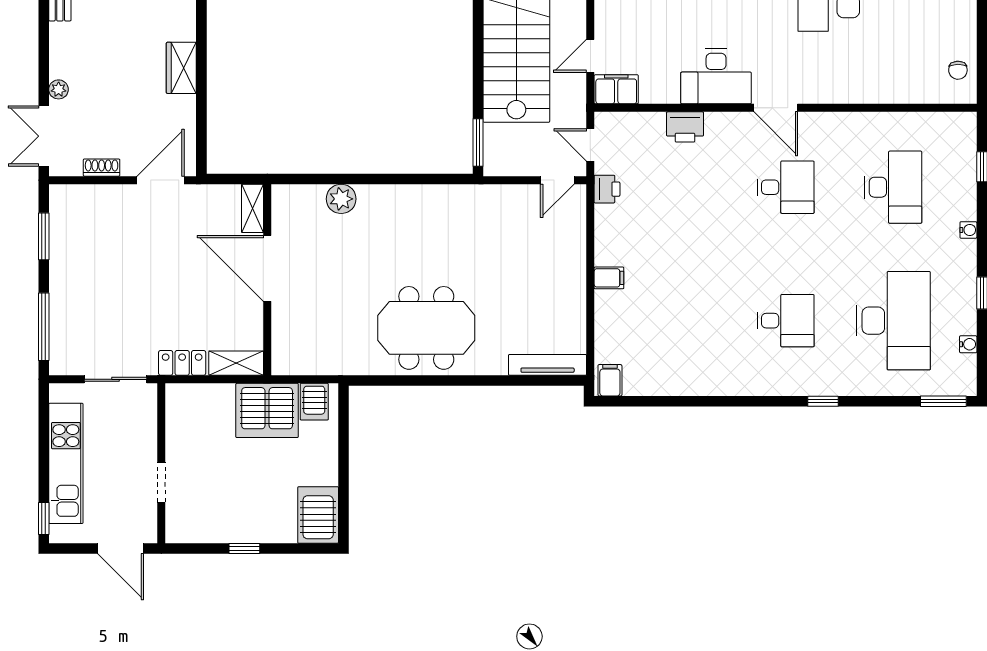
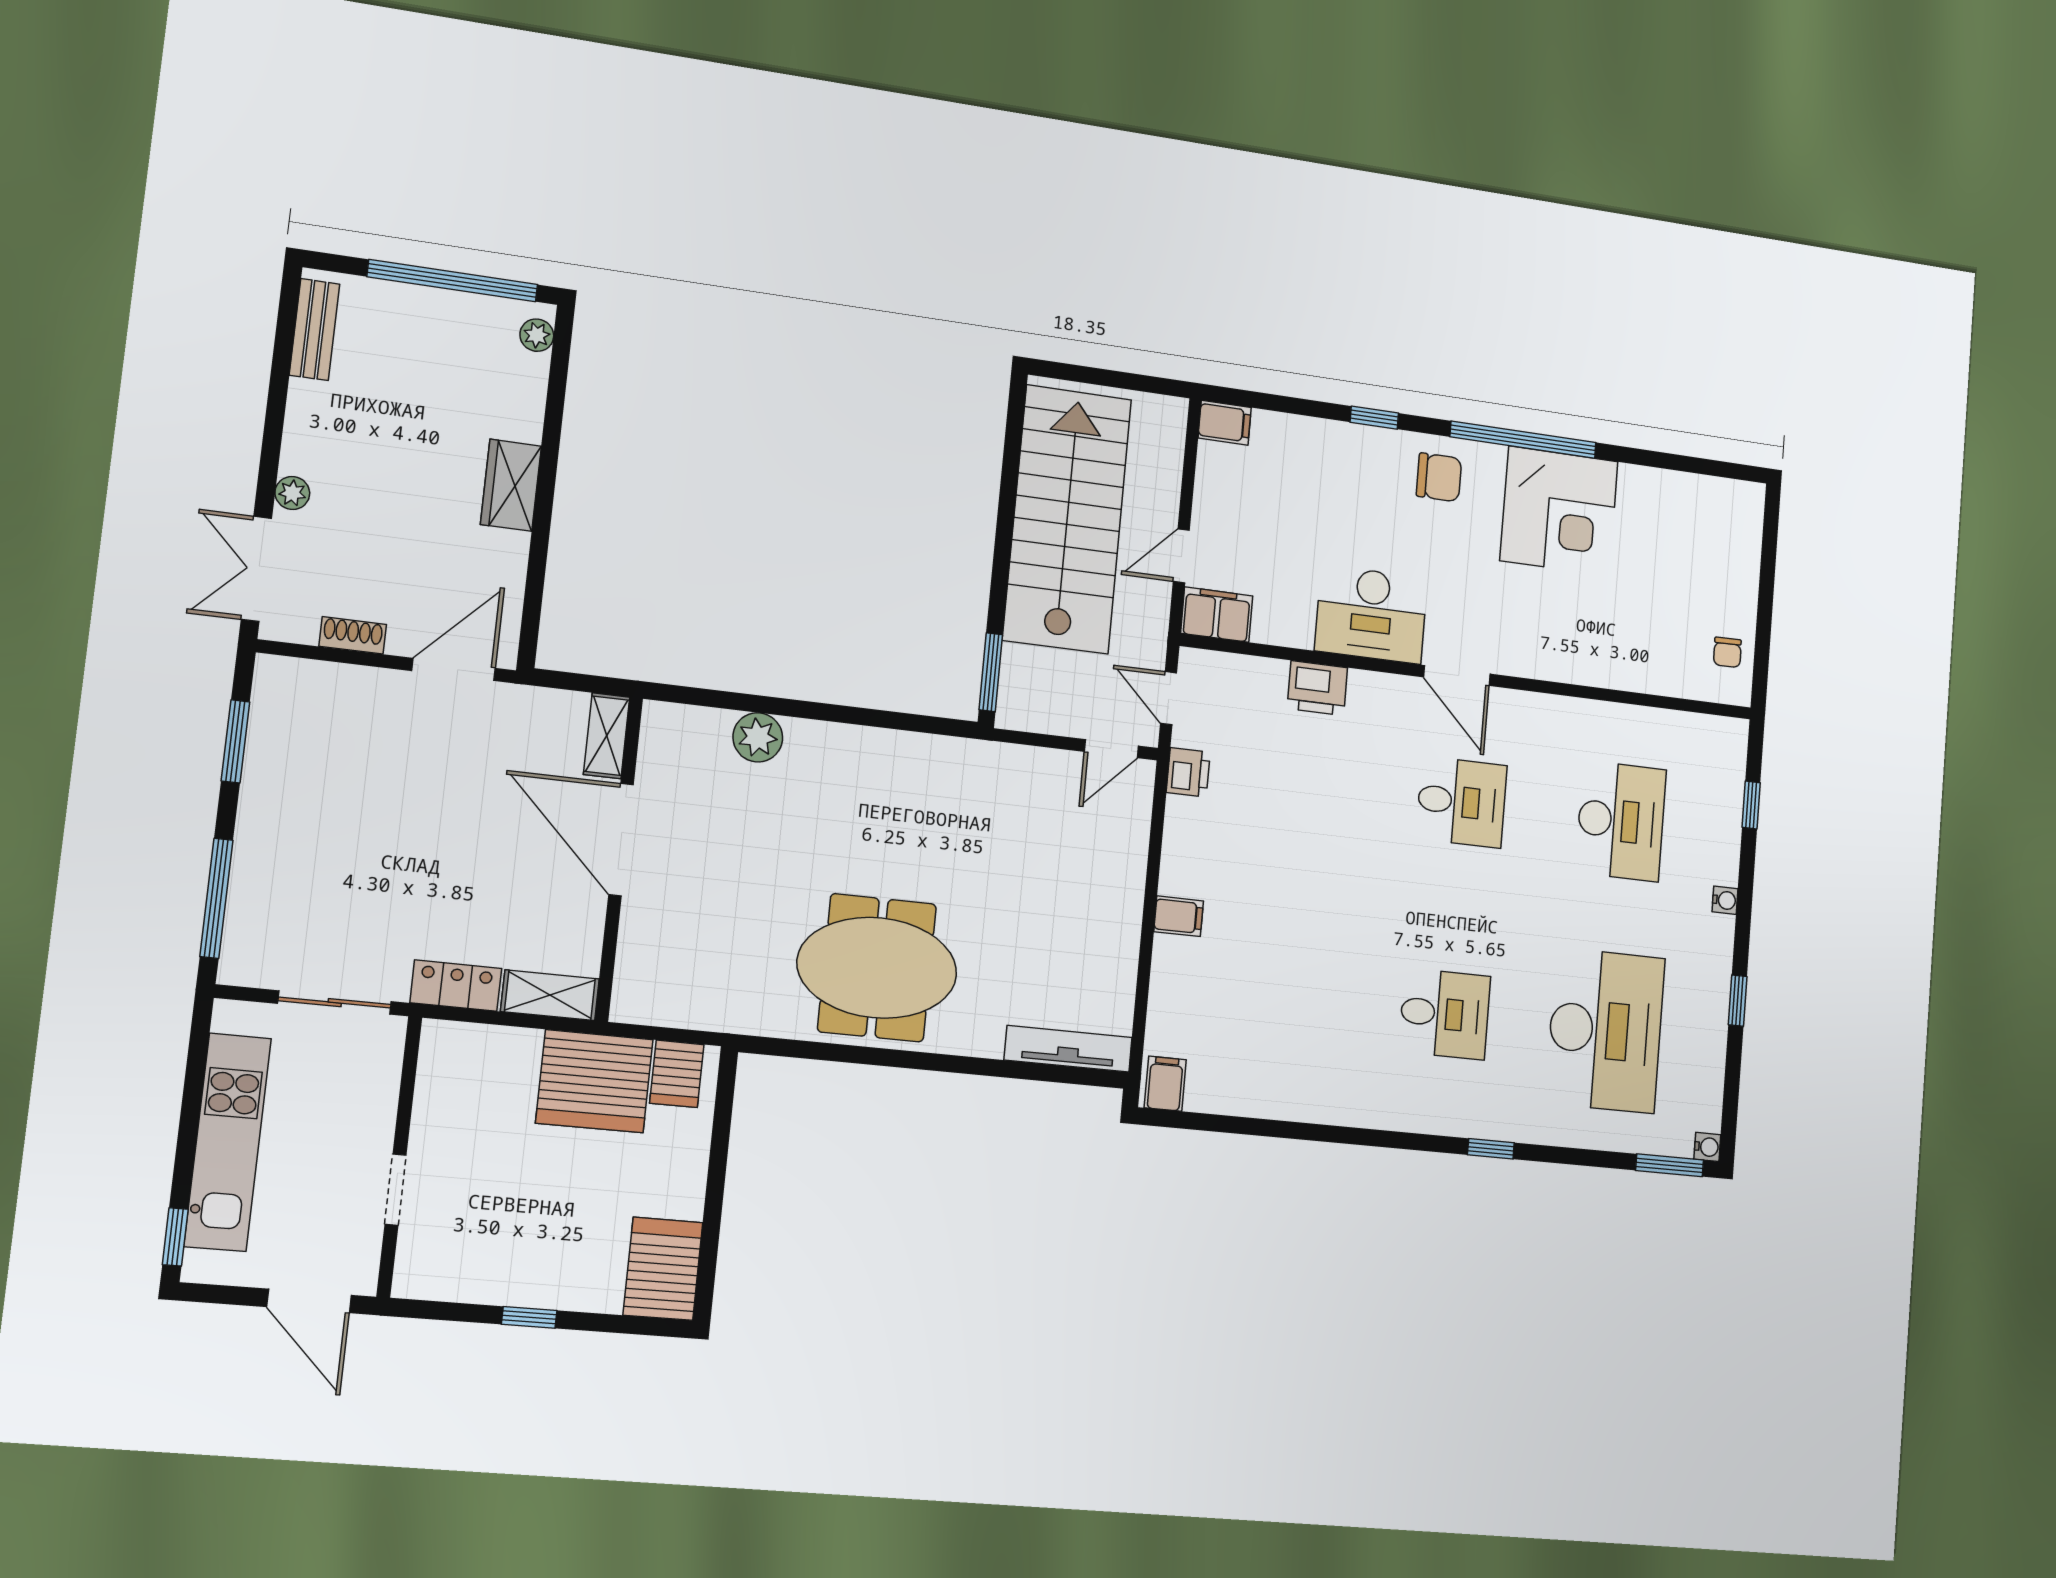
water cooler: (968, 344) -> (1707, 1147), moved

